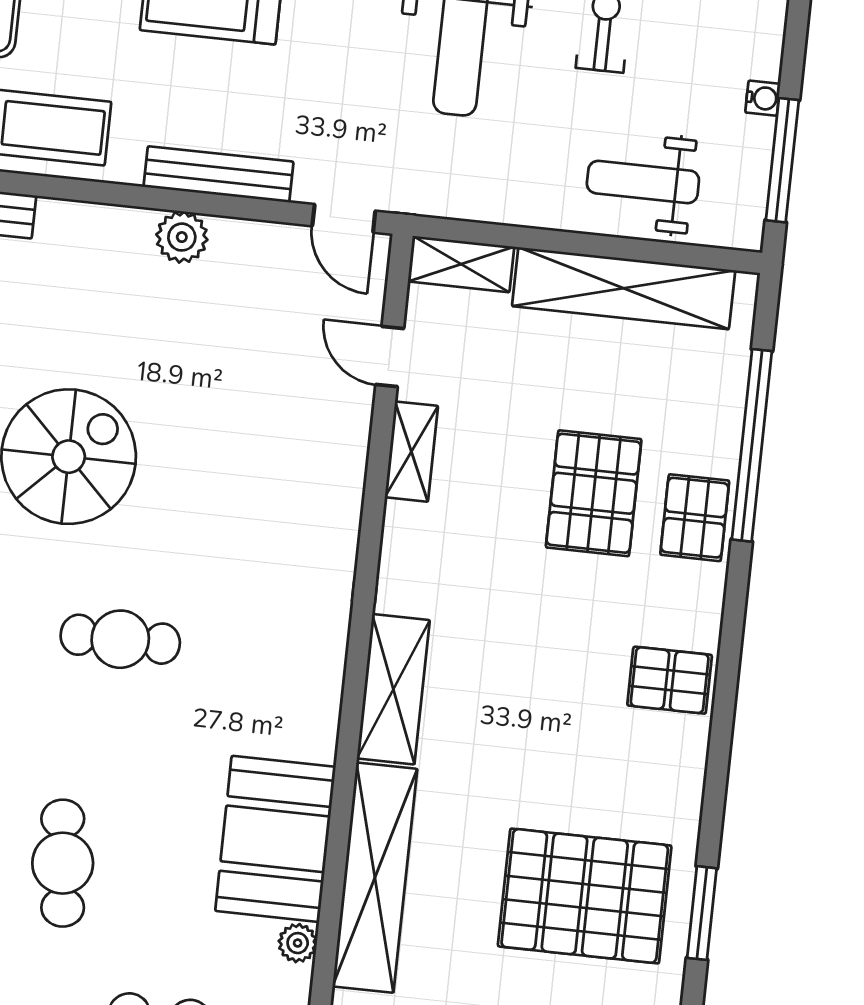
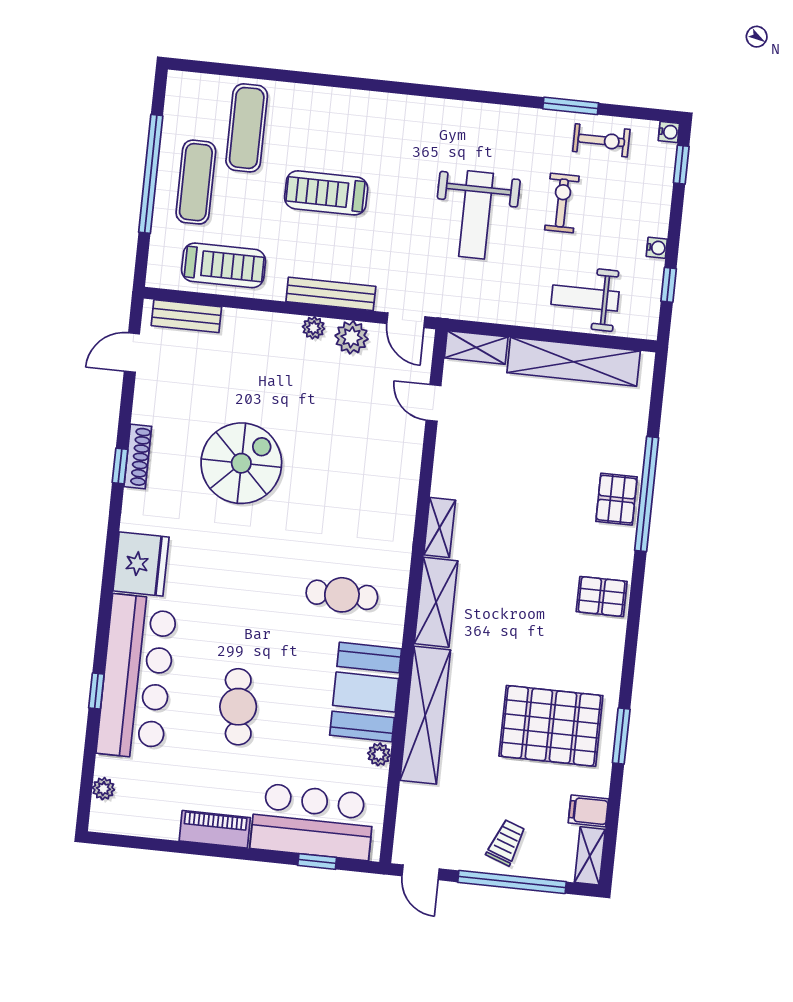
window: (782, 160) -> (669, 285), width x0.46
plant: (182, 237) -> (314, 328), width x0.73, depth x0.73
plant: (253, 247) -> (352, 337), added
window: (752, 445) -> (647, 494), moved
shelving: (411, 452) -> (440, 527), moved
pallet: (594, 493) -> (556, 485), removed
cafe table: (120, 639) -> (342, 595), moved

